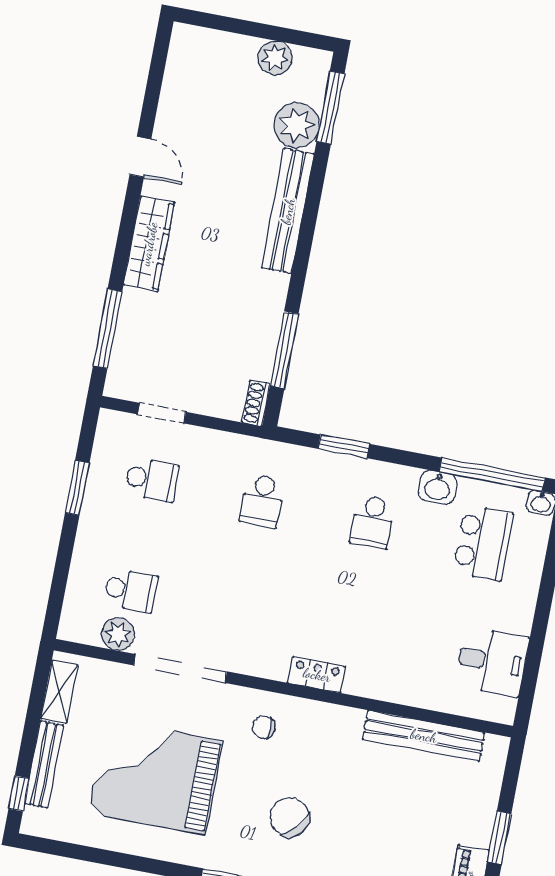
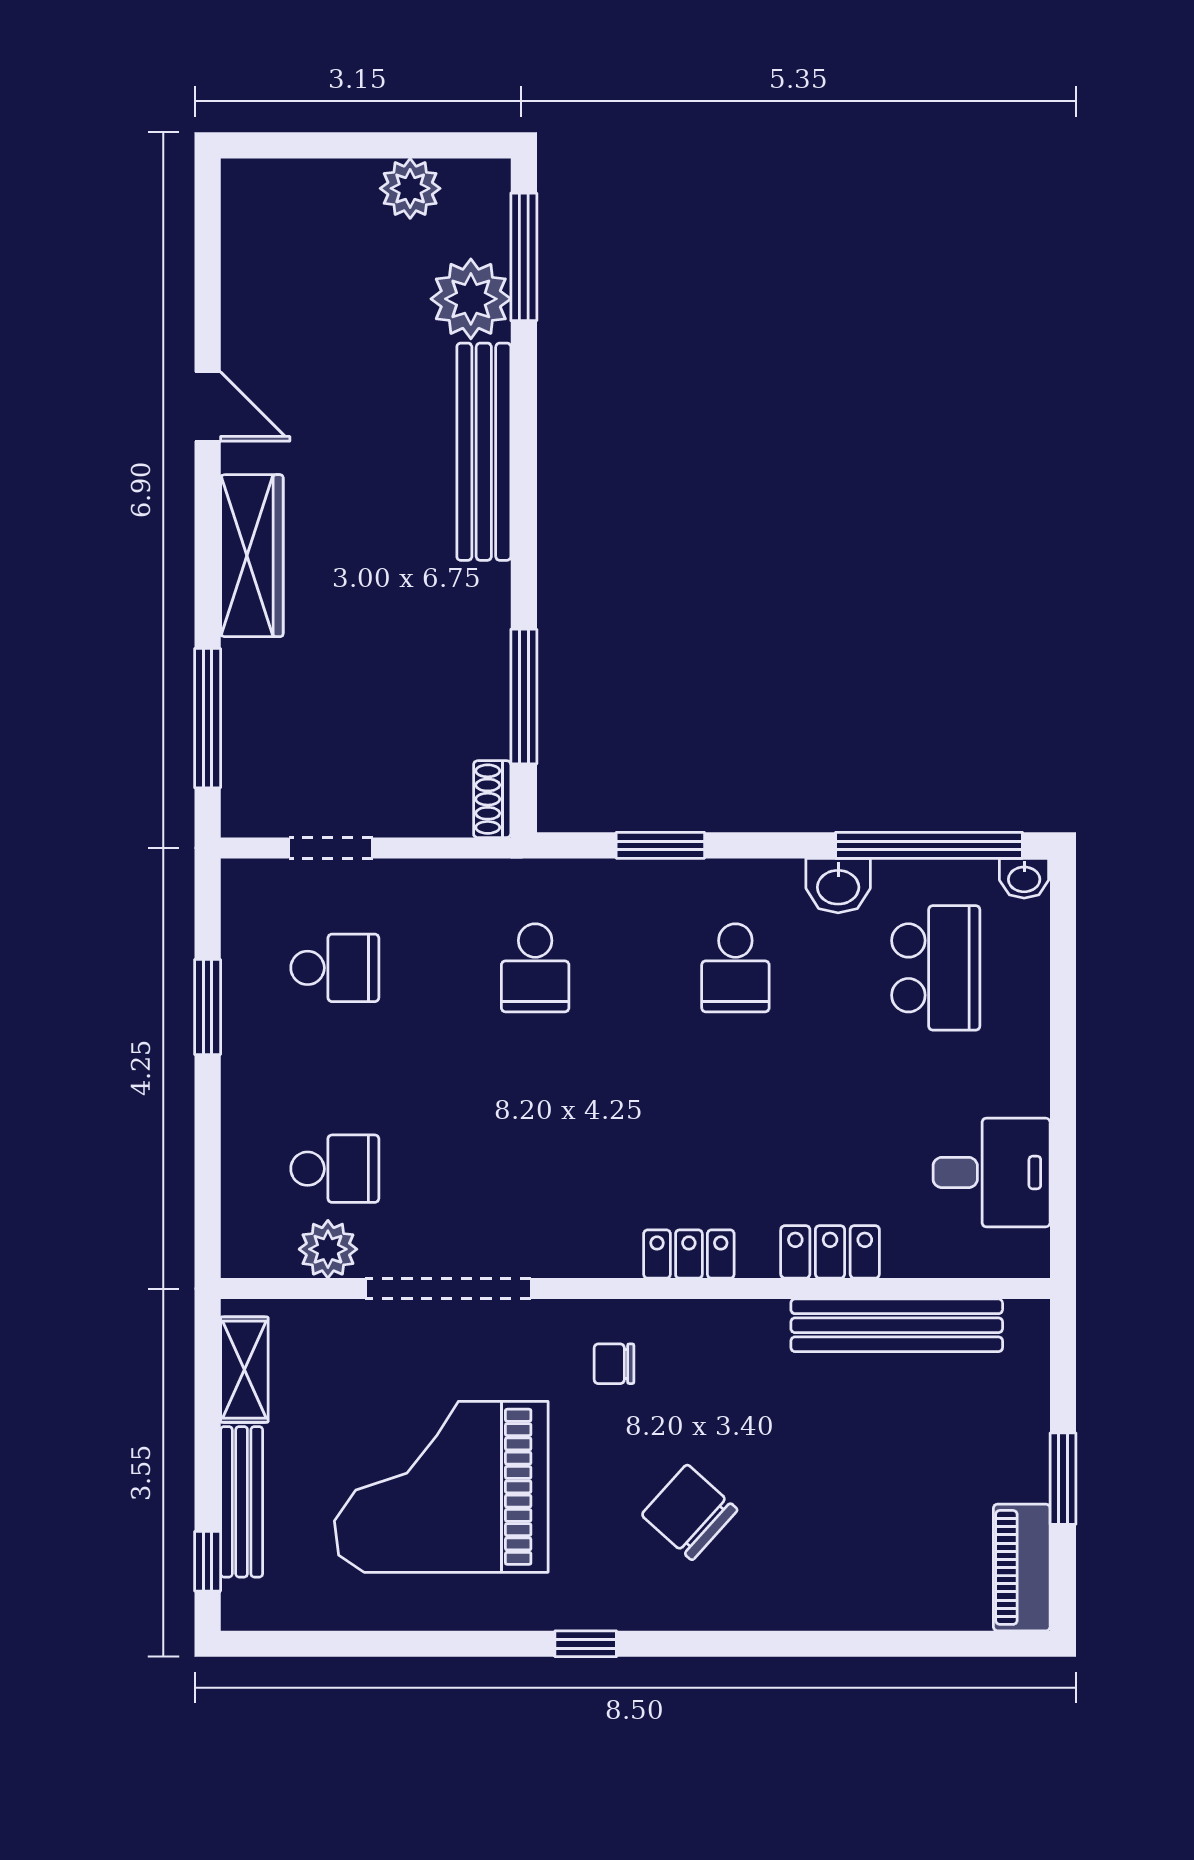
locker: (395, 688) -> (830, 1252), added

